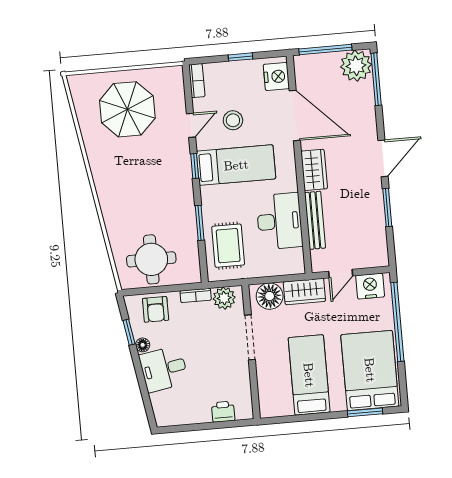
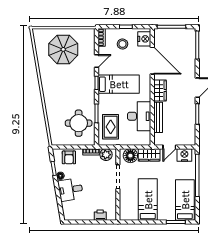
plant: (356, 66) -> (187, 37), removed
stool: (233, 120) -> (122, 44), moved
round table: (151, 259) -> (79, 123), moved
bed: (370, 370) -> (185, 200), width x0.67

